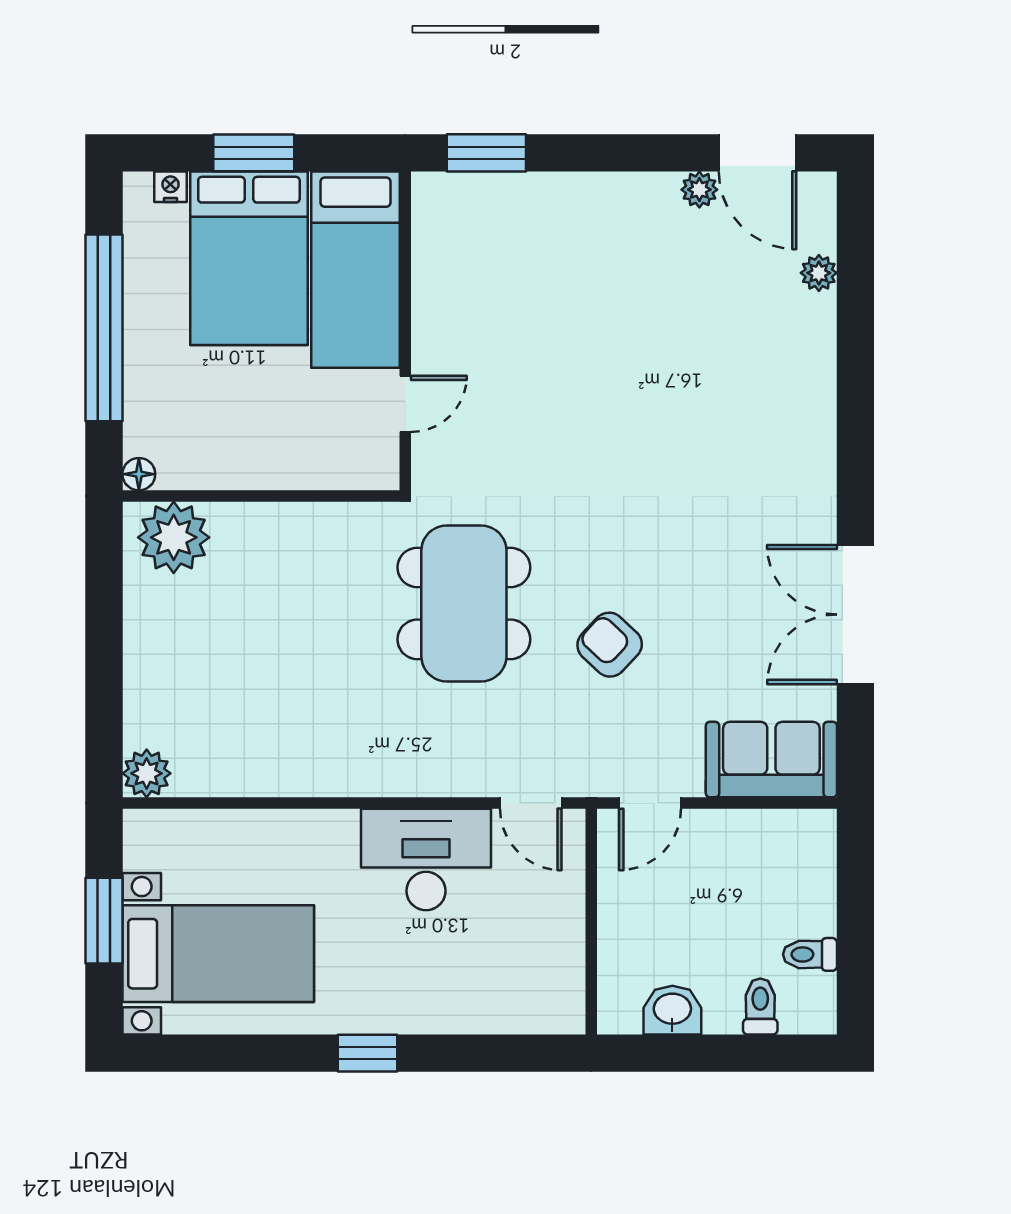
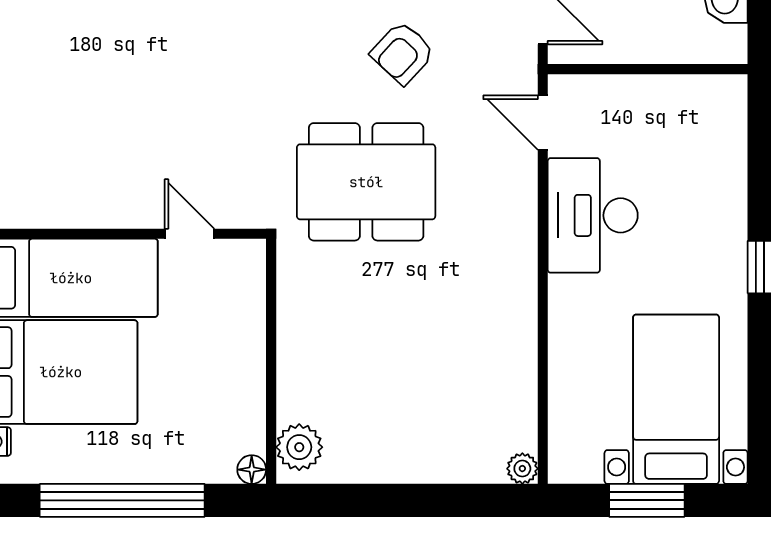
plant: (174, 537) -> (299, 447), width x0.73, depth x0.73
plant: (147, 773) -> (522, 469), width x0.73, depth x0.73
door: (531, 803) -> (543, 123), swing flipped

